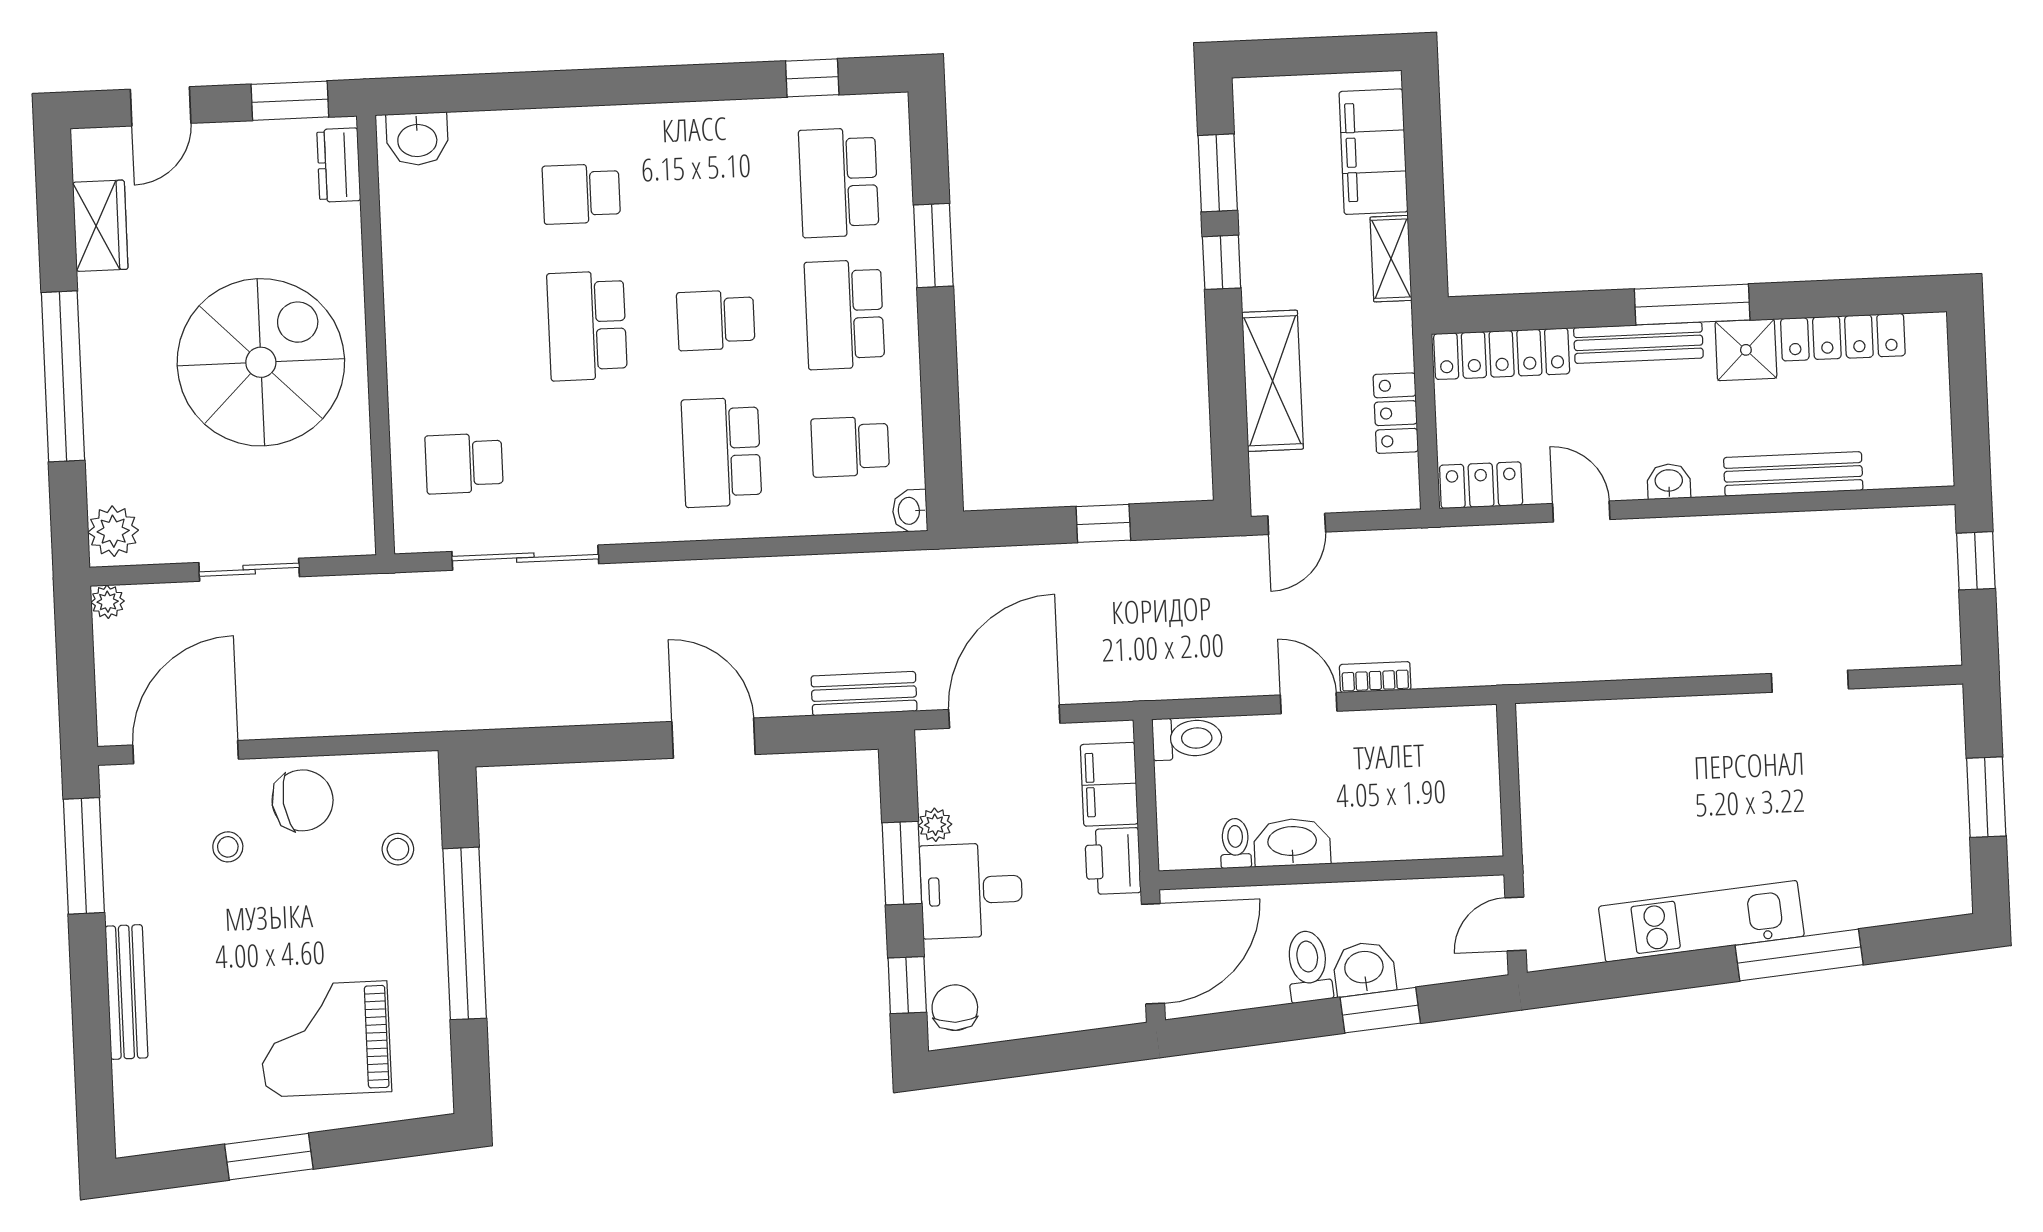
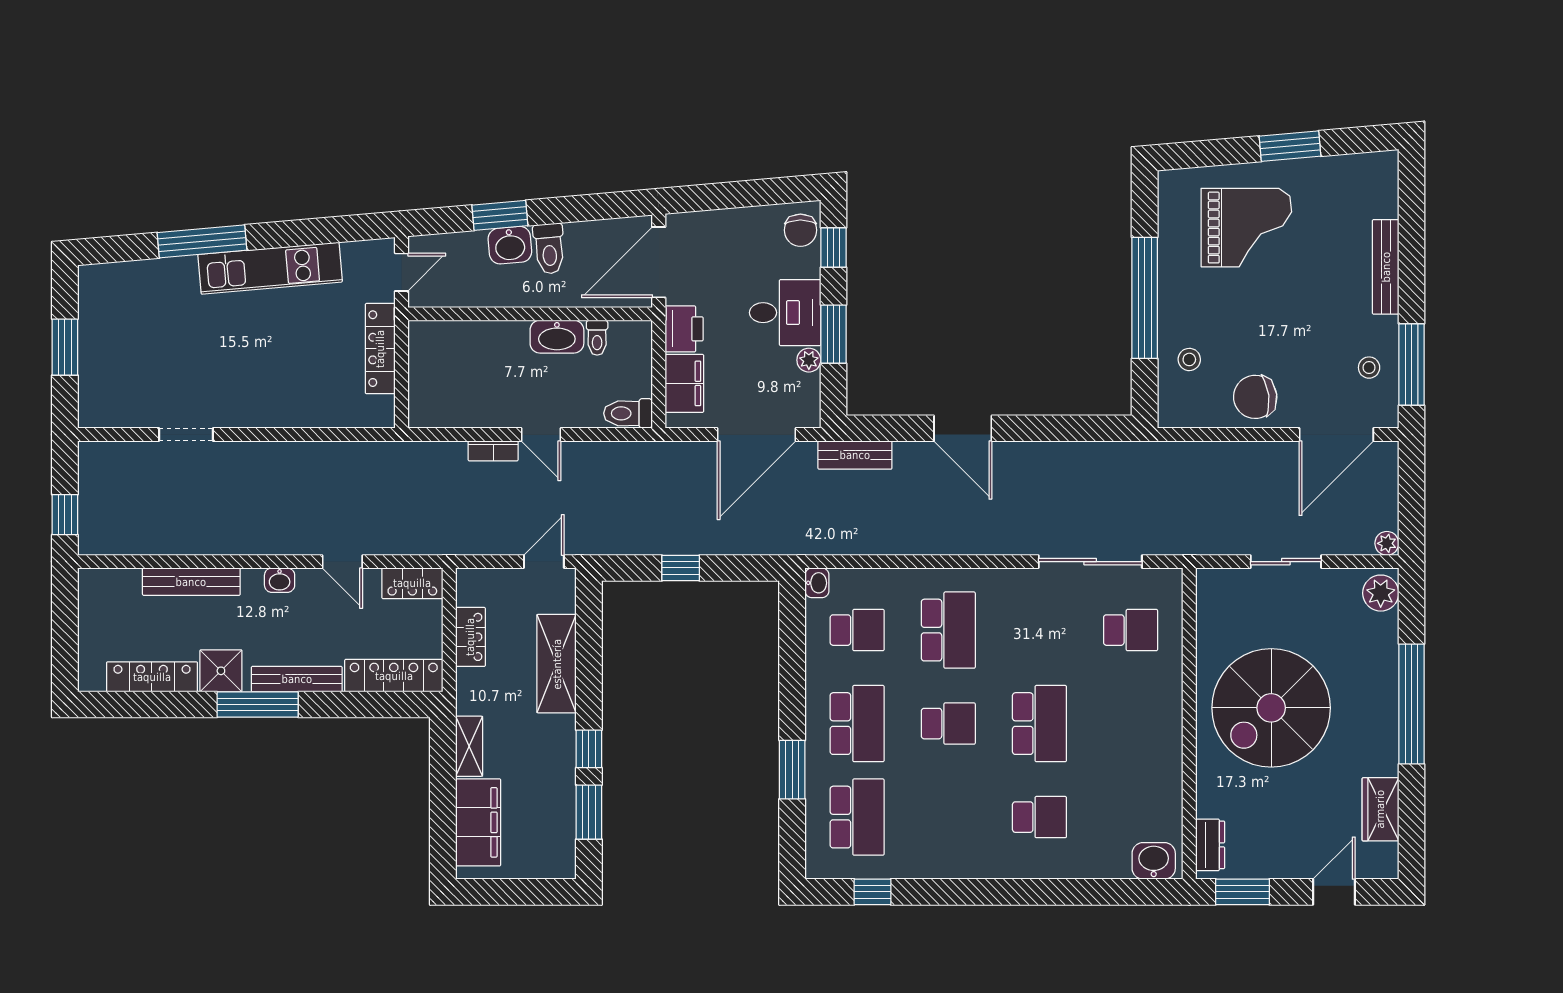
locker: (1541, 815) -> (380, 349), added
stool: (228, 847) -> (1369, 368), moved

